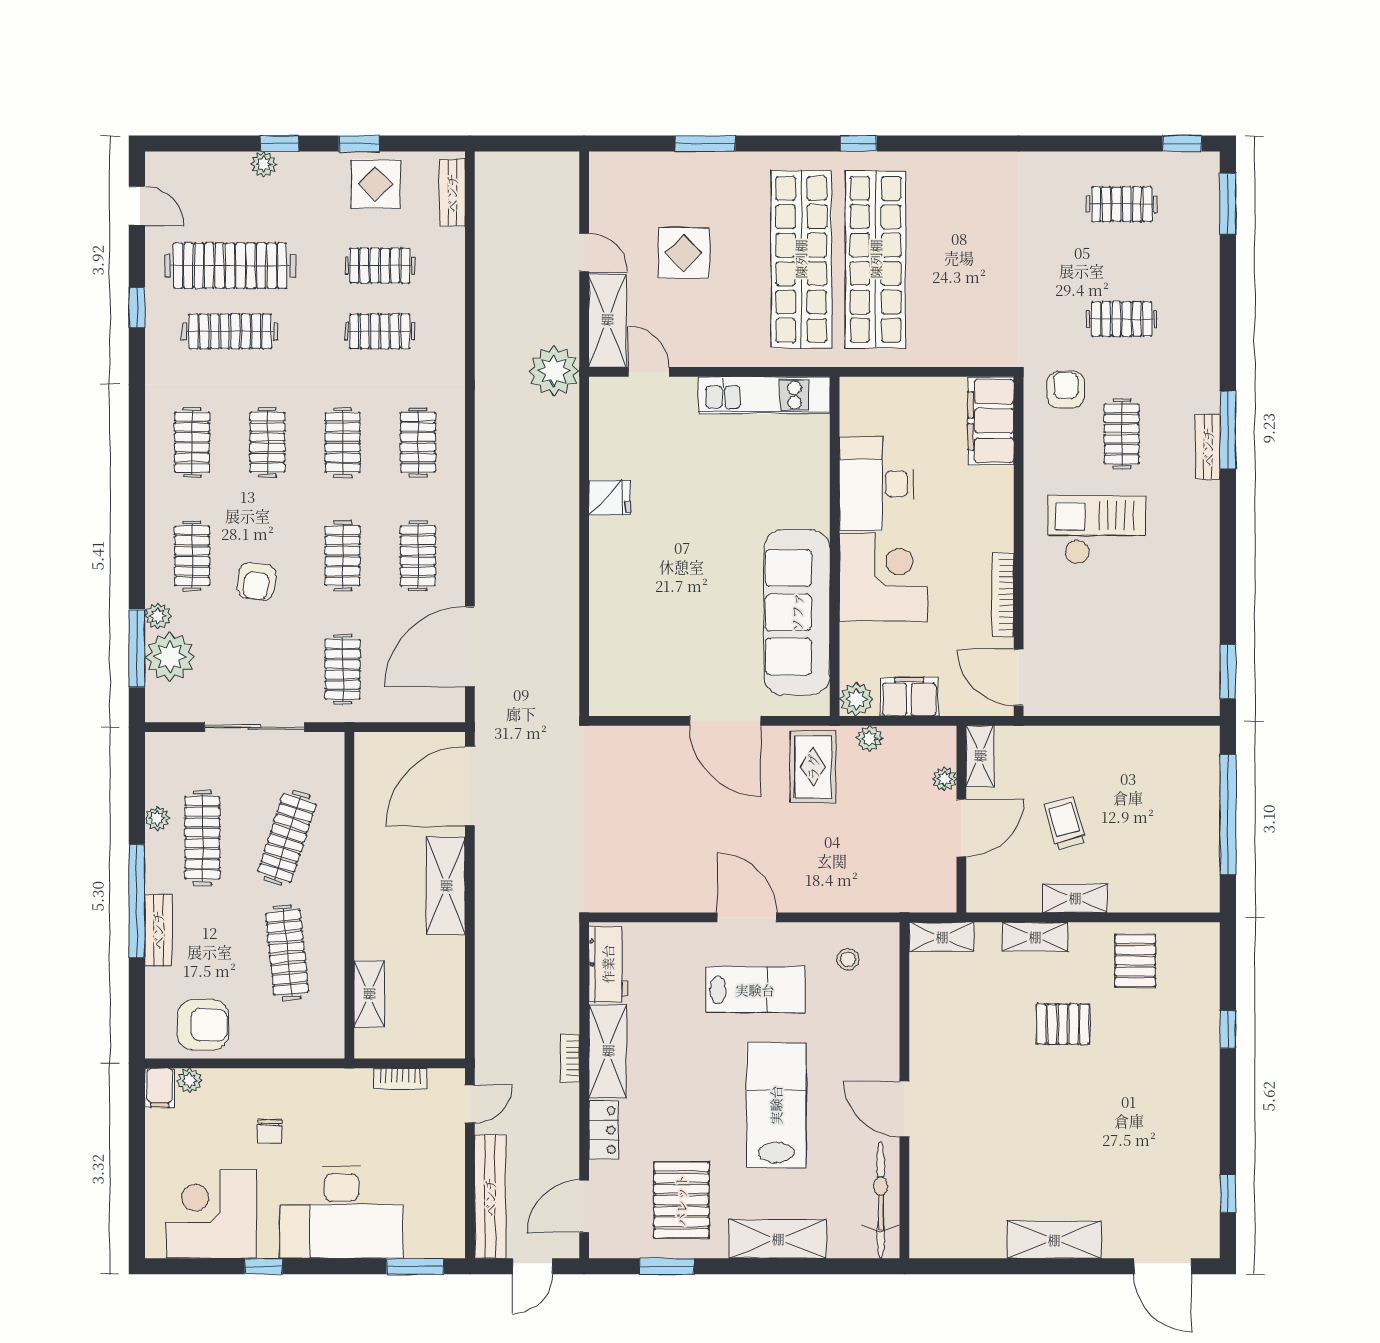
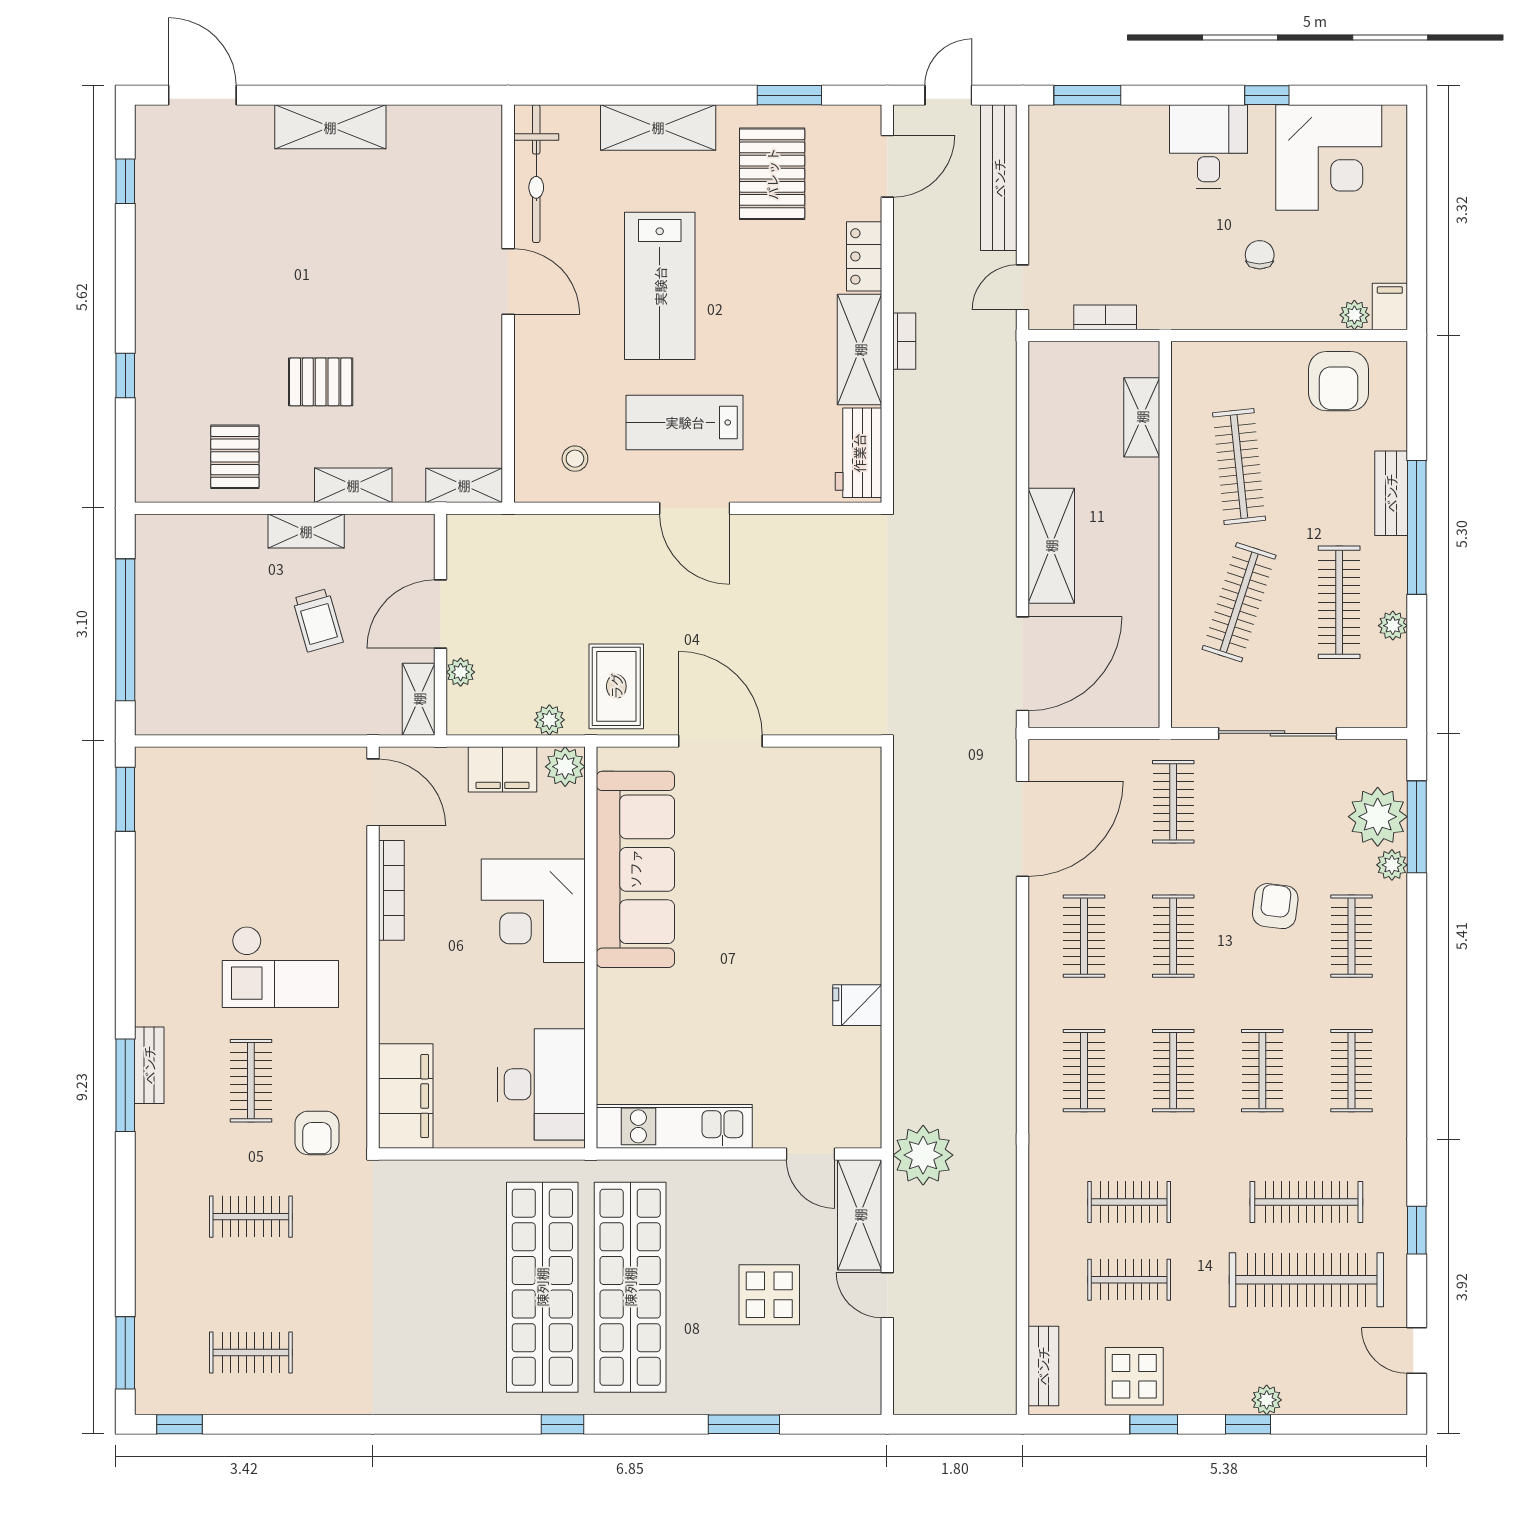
desk: (876, 484) -> (541, 1084), moved
armchair: (203, 1025) -> (1339, 381), turned -90
desk: (342, 1212) -> (1208, 147), width x0.53, depth x0.77

